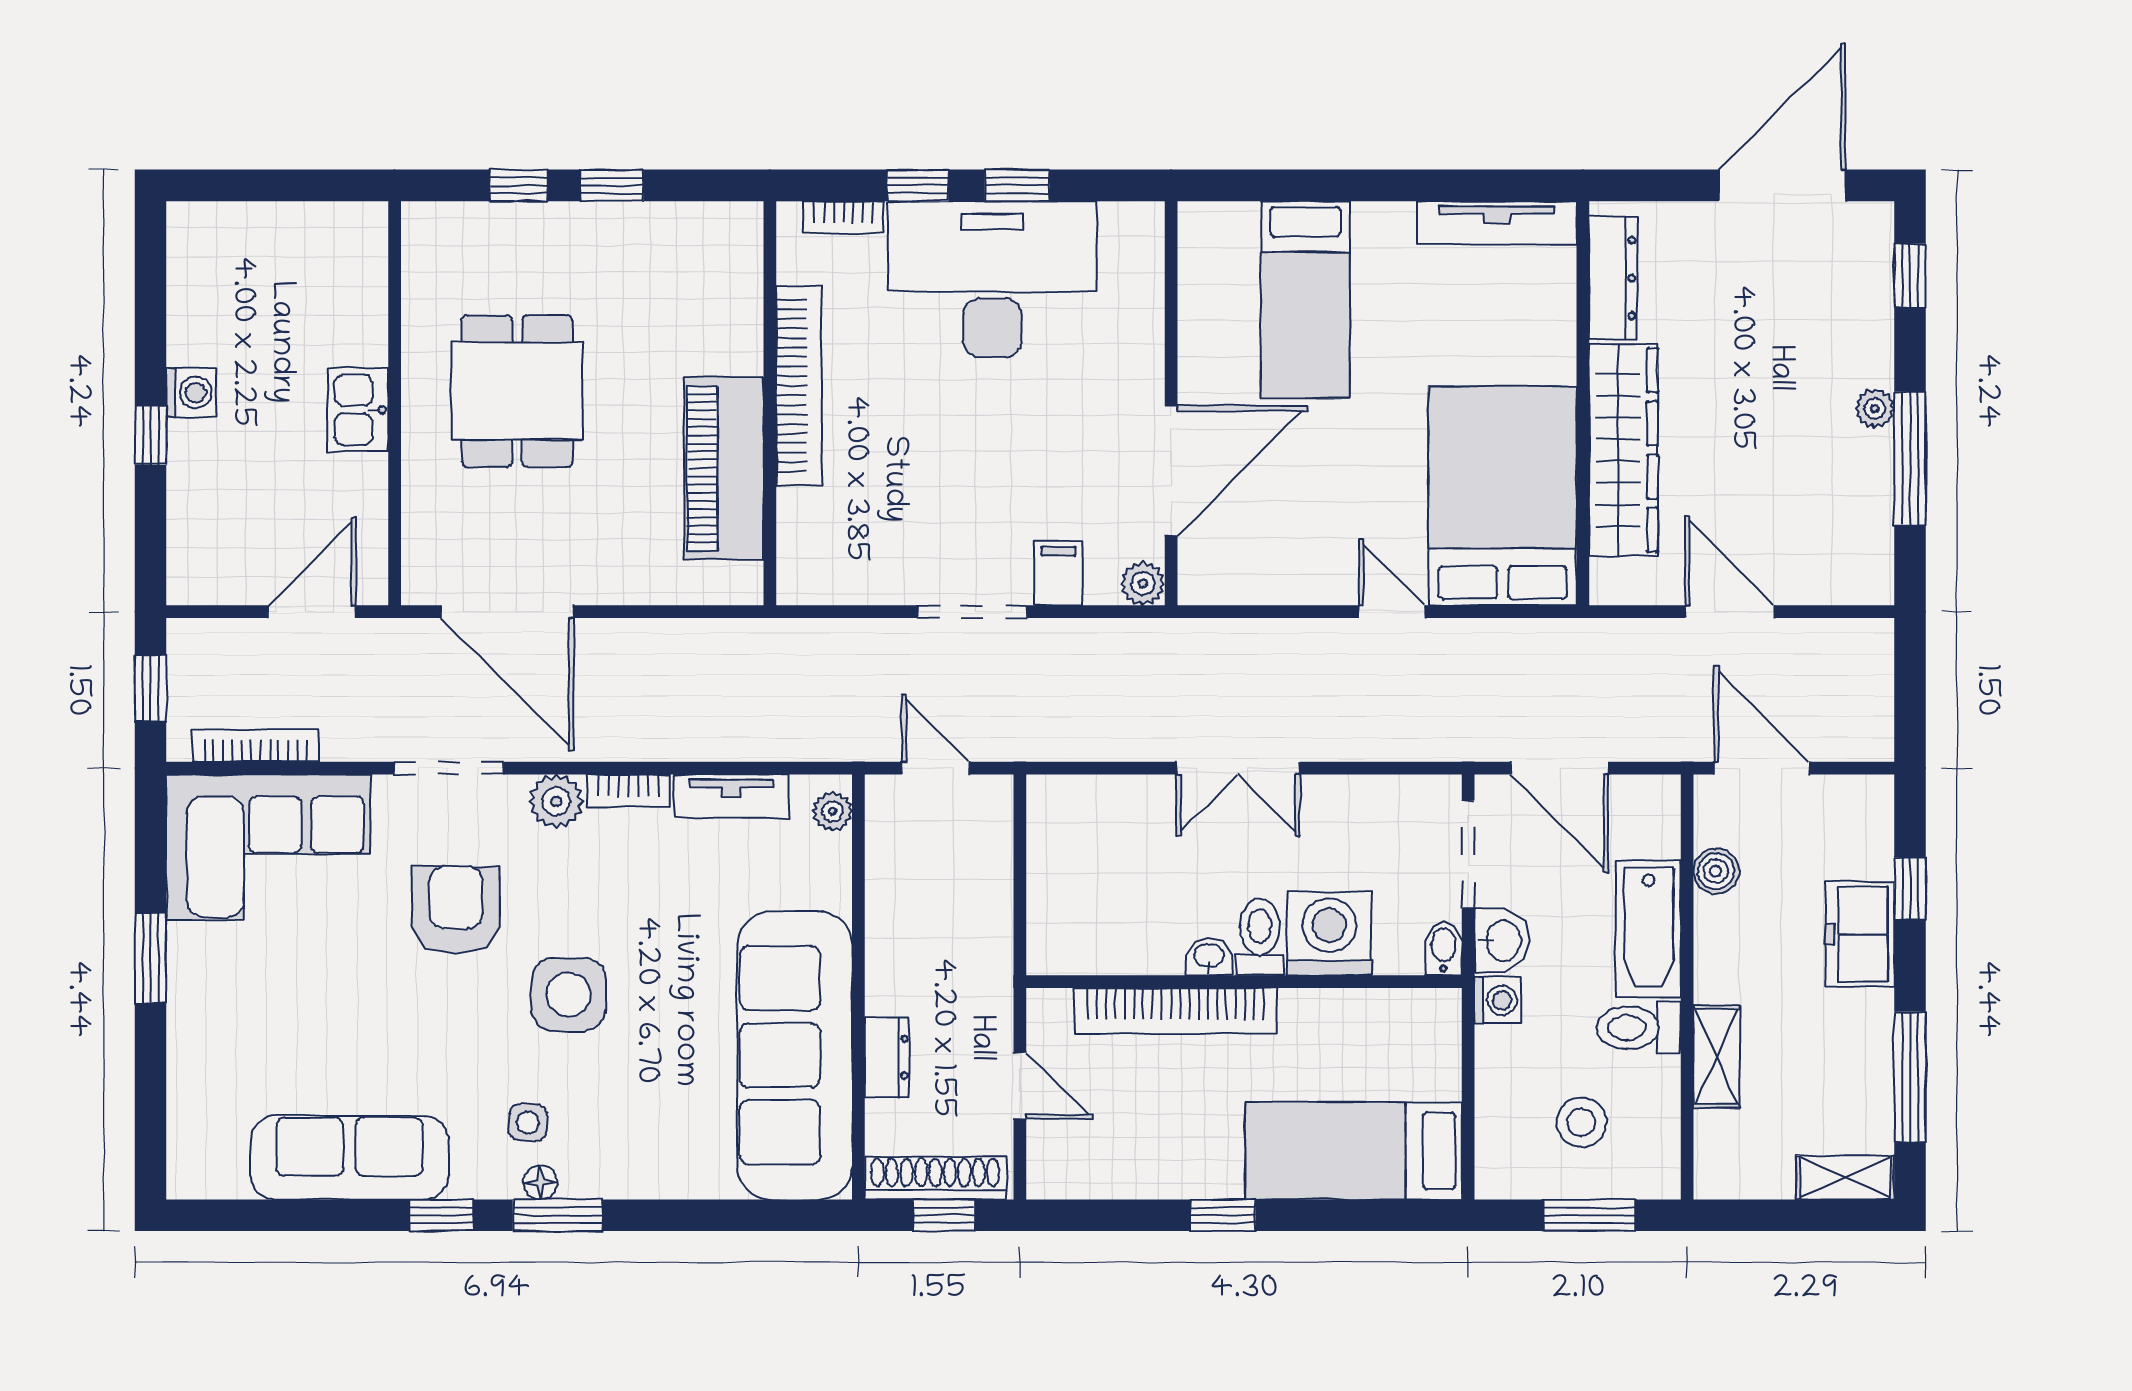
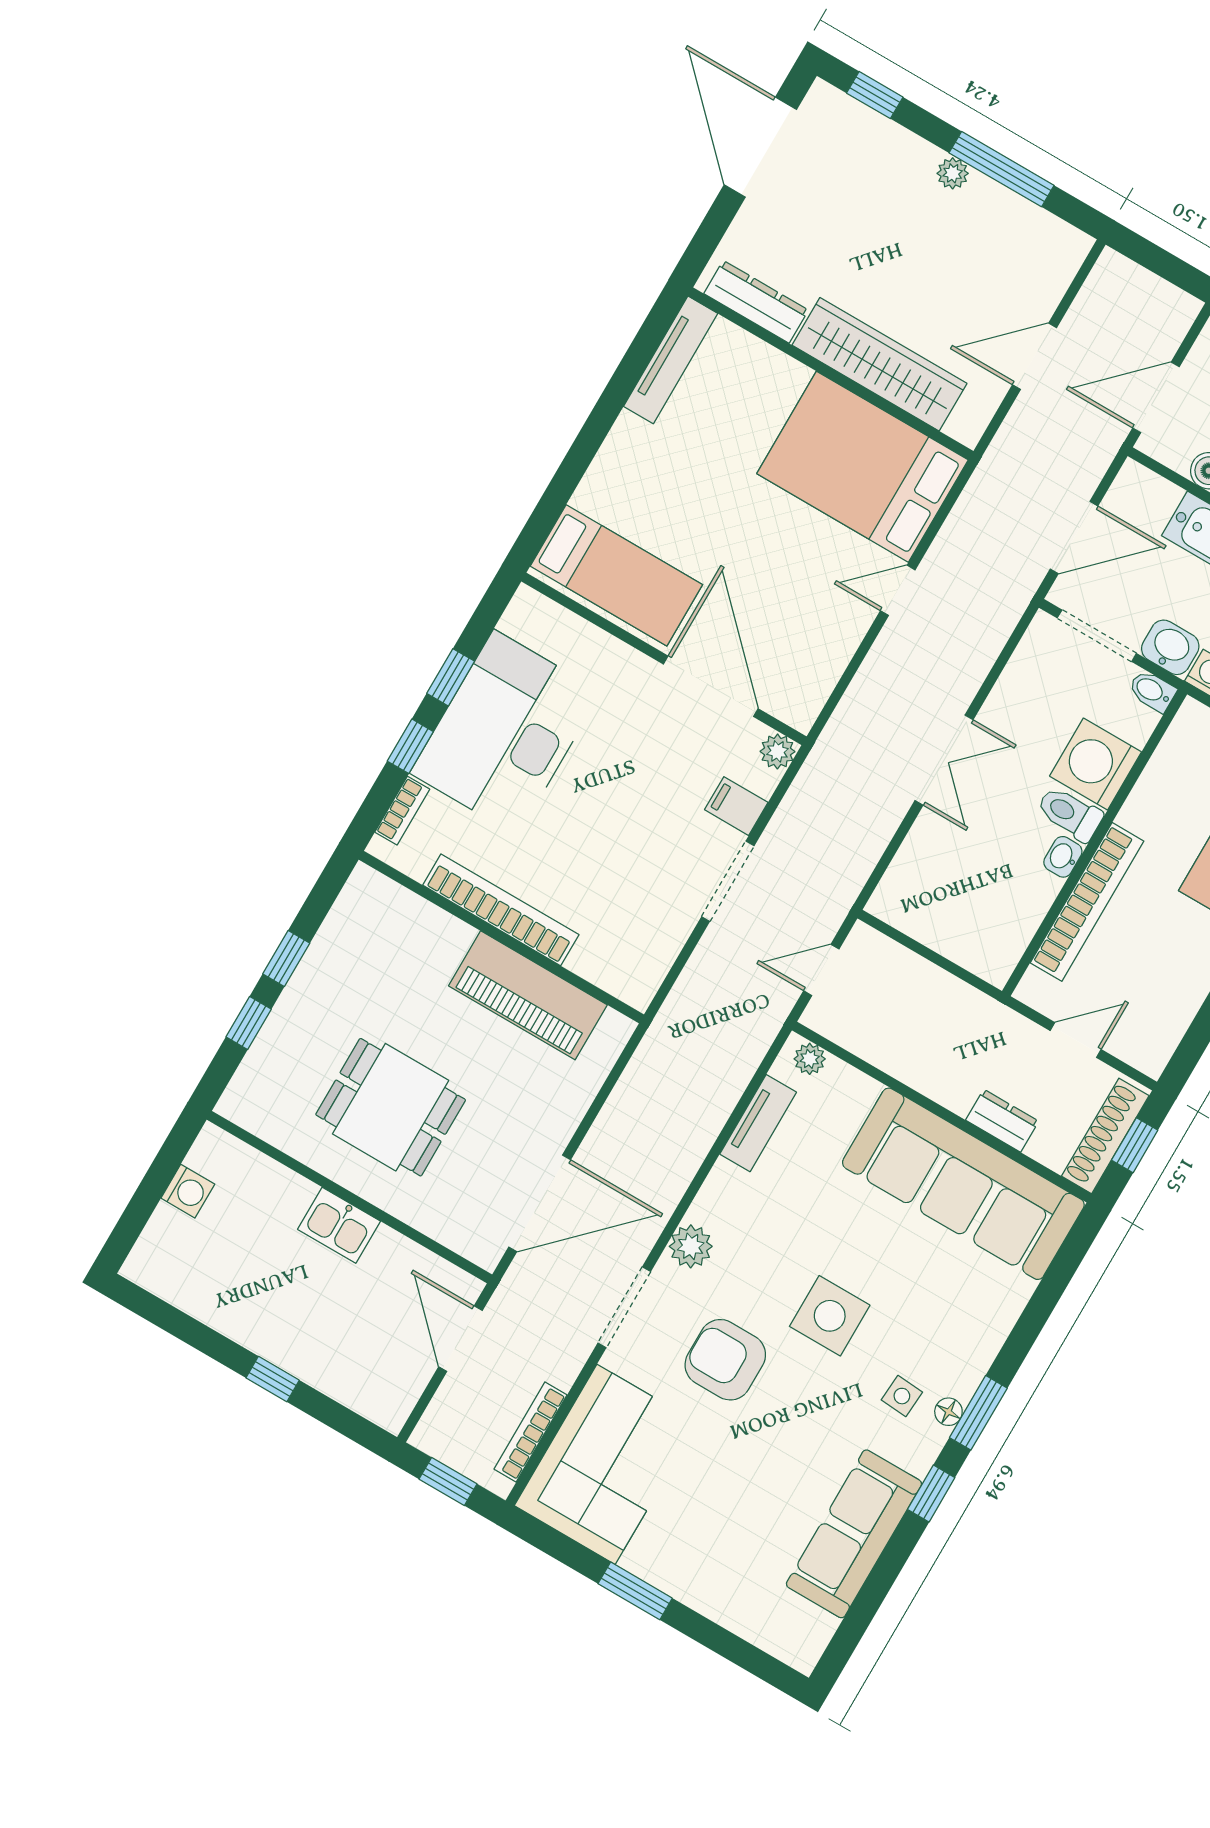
bed: (1305, 300) -> (616, 575), moved
washing machine: (191, 393) -> (188, 1191), moved, turned 90
bookcase: (628, 791) -> (713, 1192), removed

